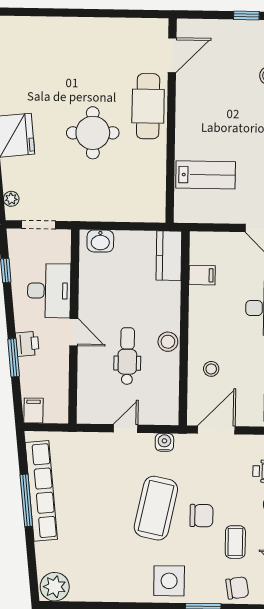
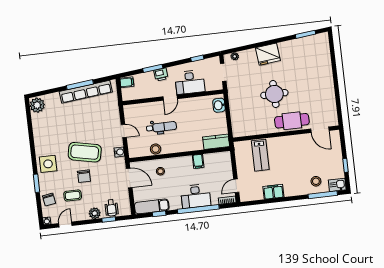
filing cabinet: (202, 275) -> (198, 161), moved
stool: (168, 342) -> (156, 149), moved

